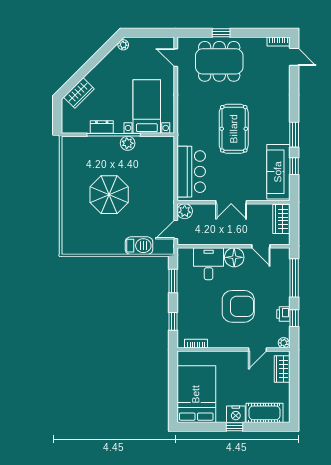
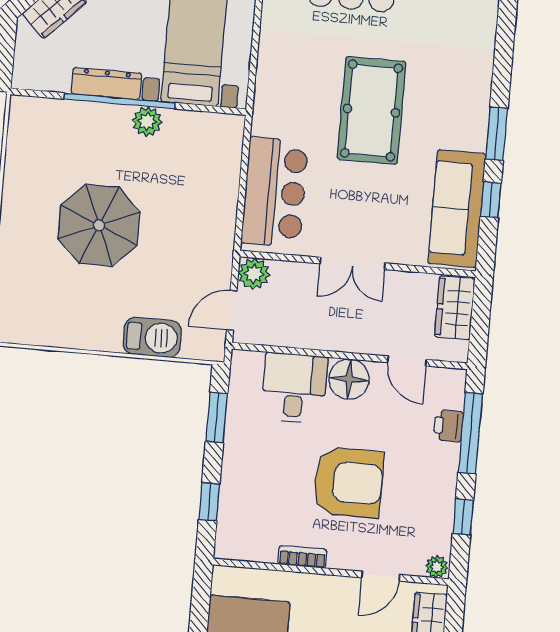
dresser: (102, 127) -> (106, 83), width x1.44
printer: (283, 314) -> (448, 426), moved
bookcase: (196, 344) -> (302, 557), moved

